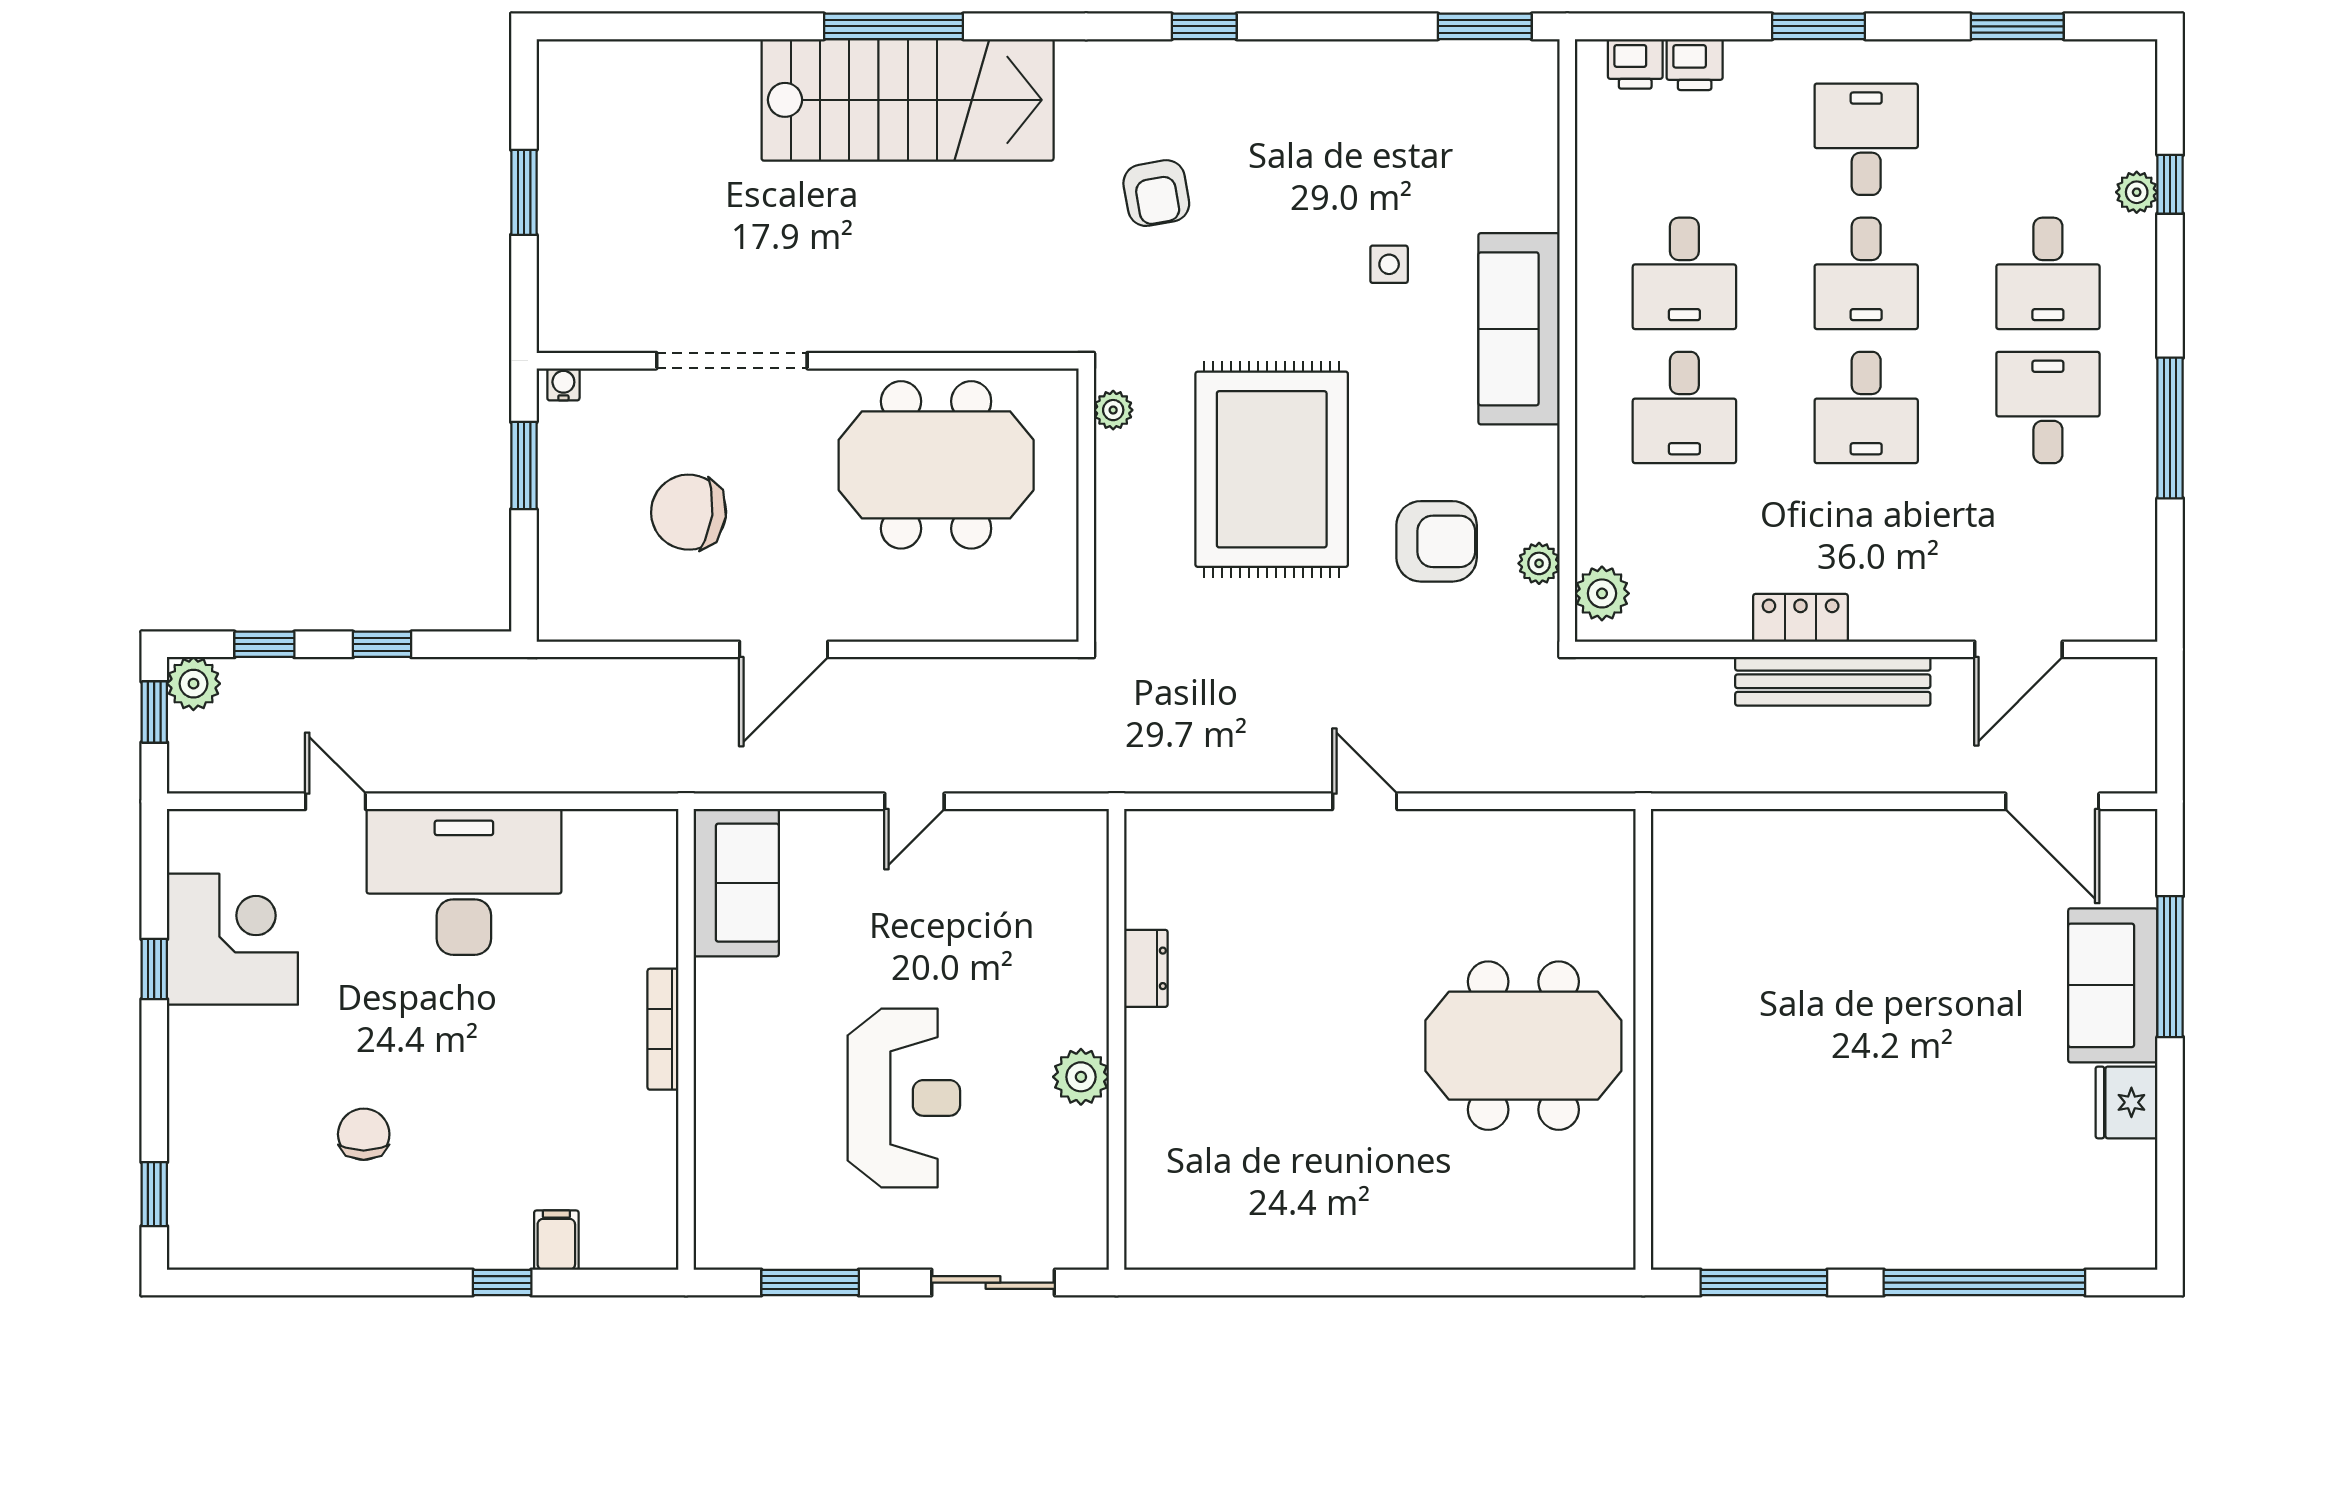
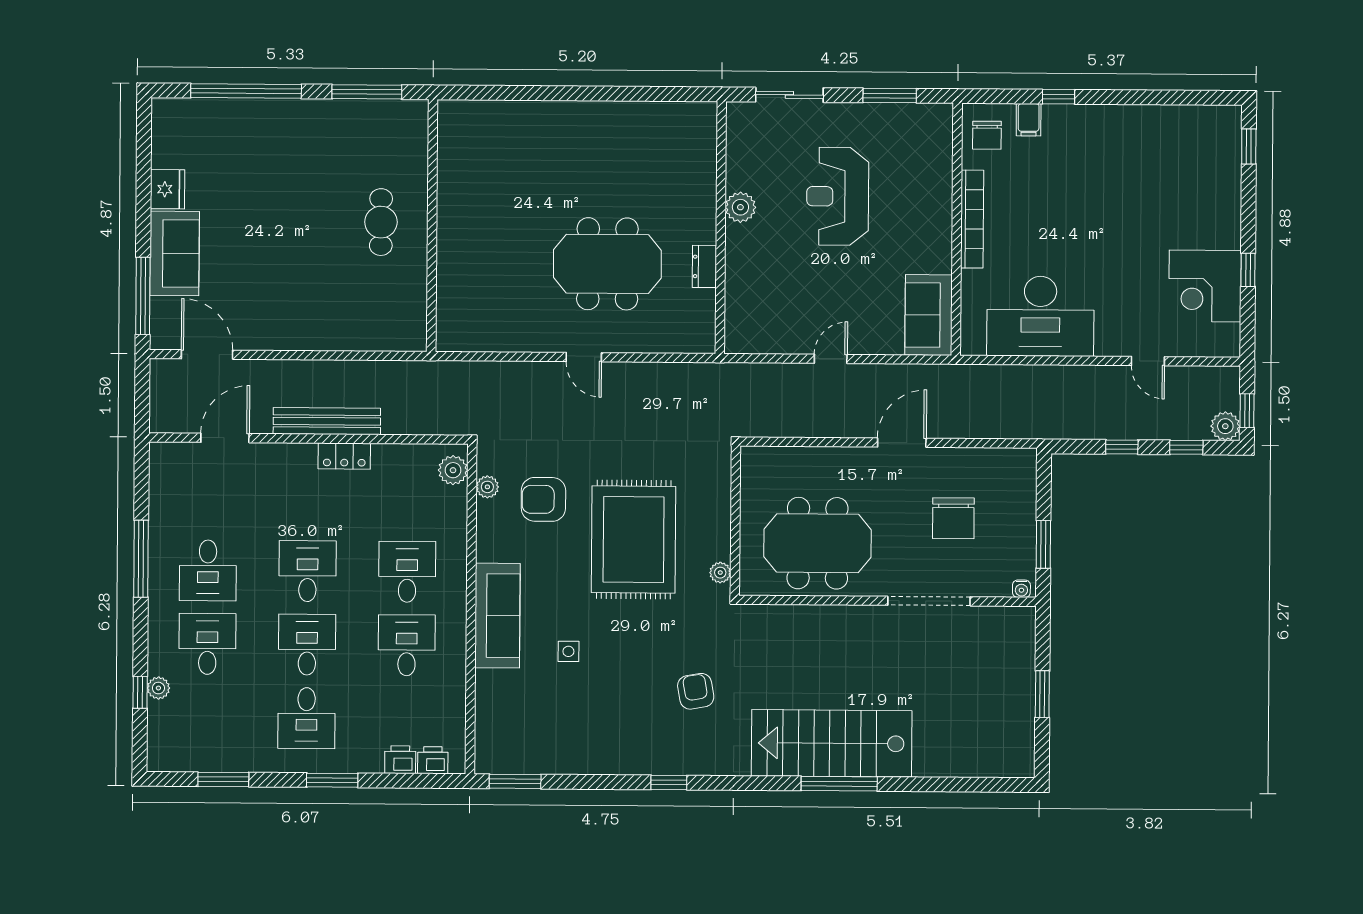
chair: (689, 512) -> (953, 518), turned 83
desk: (464, 882) -> (1040, 316), moved
window: (2170, 967) -> (143, 296), moved
bookcase: (663, 1029) -> (972, 219), width x1.48, depth x1.31
cafe table: (1737, 1045) -> (381, 222), added
meeting table: (1523, 1046) -> (607, 264), moved
chair: (364, 1134) -> (987, 135), moved

